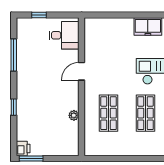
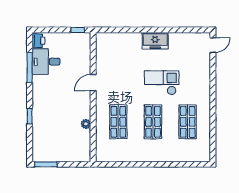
window: (39, 15) -> (78, 30), moved
desk: (64, 35) -> (46, 62), moved, turned 180
printer: (23, 148) -> (38, 41), moved

